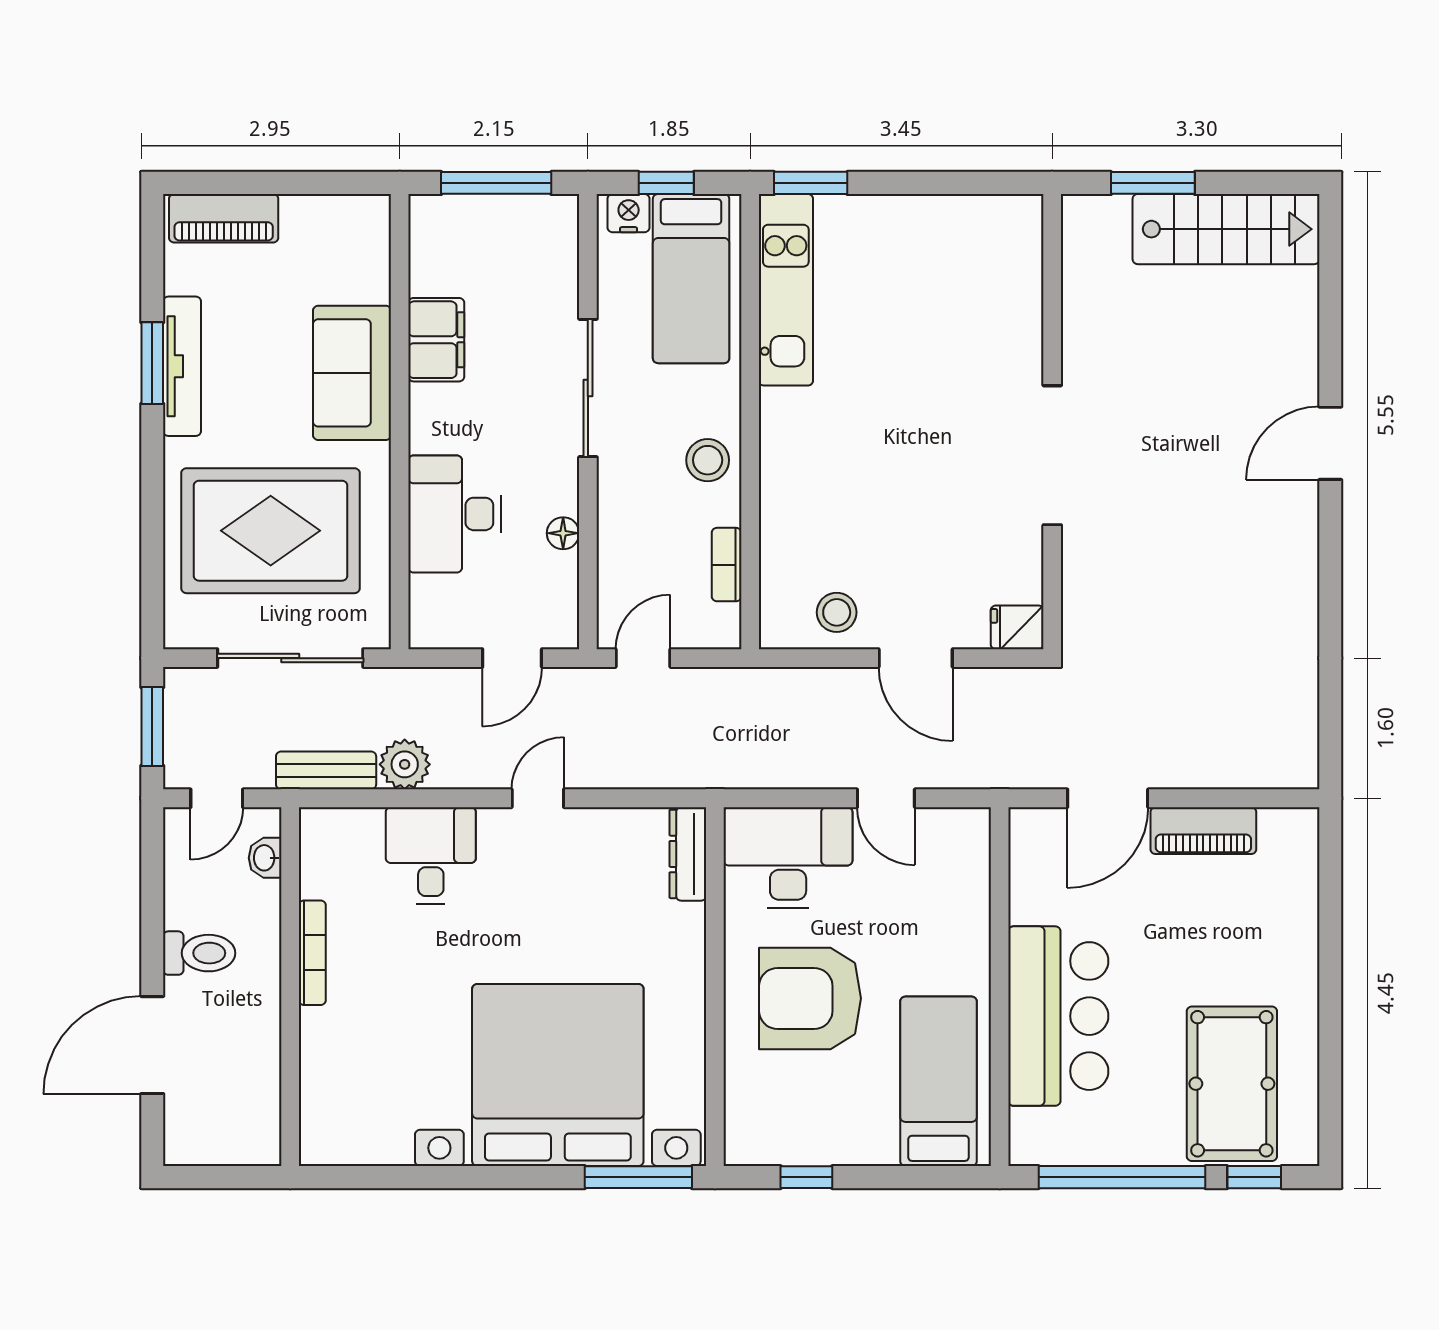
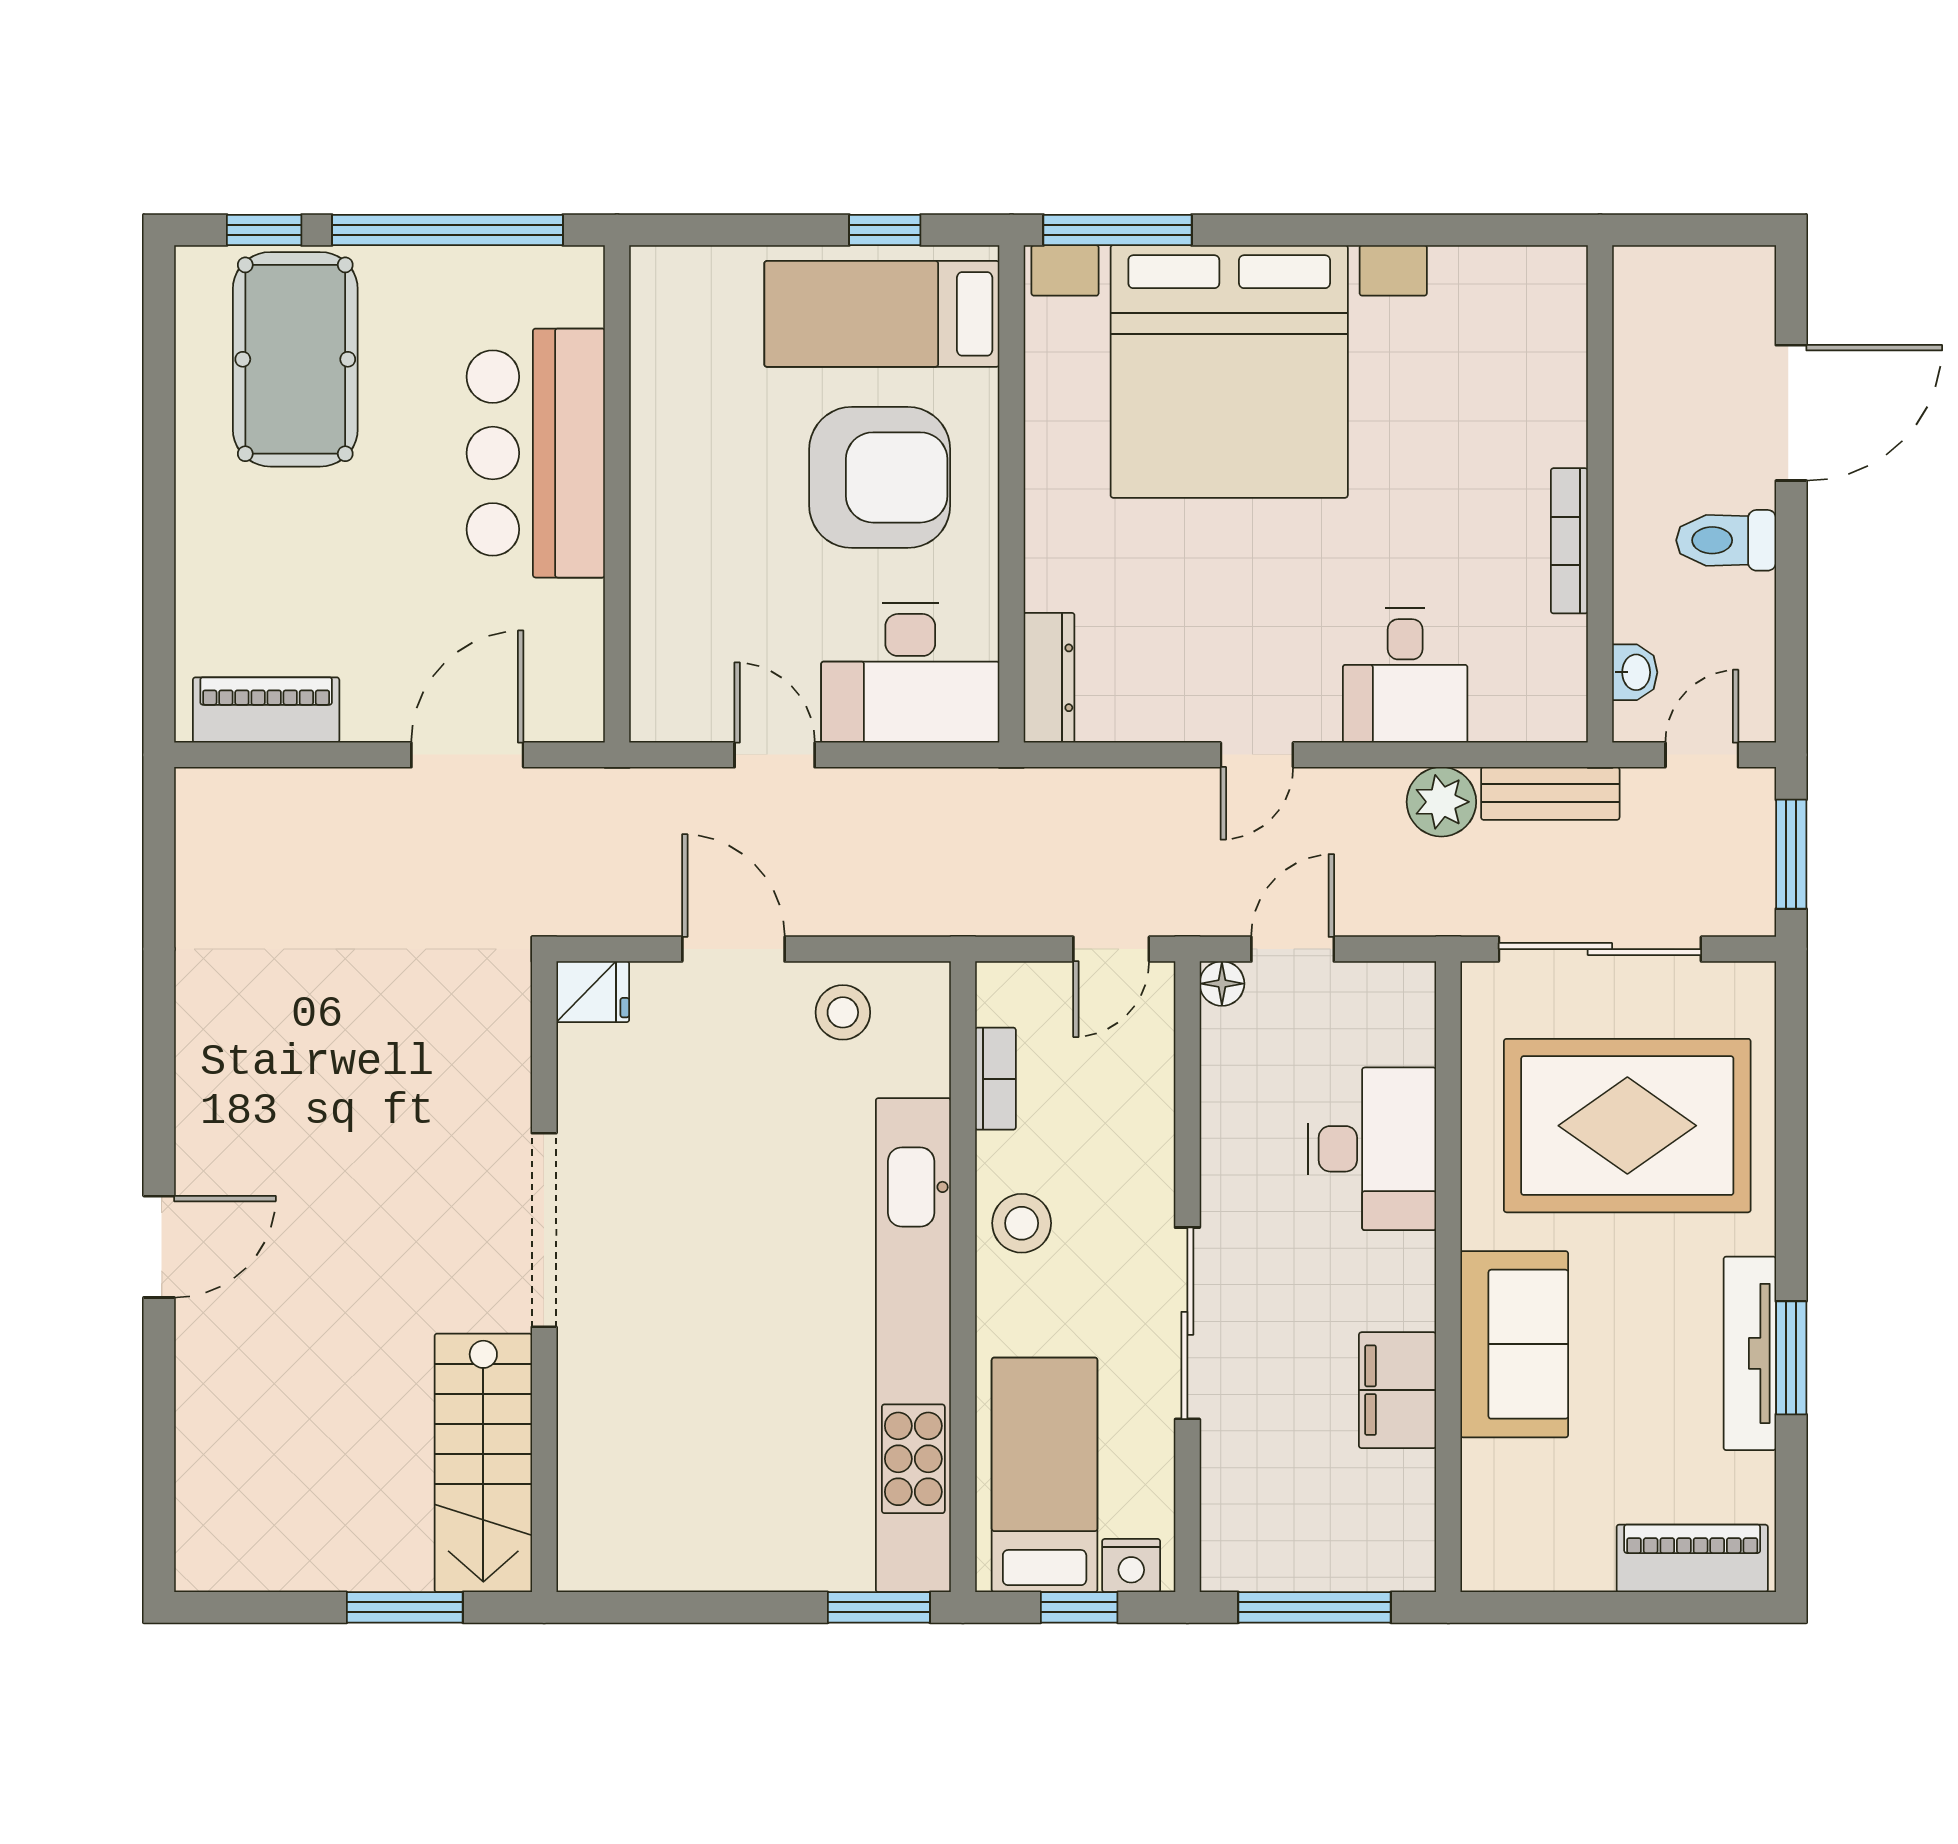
stairs: (1226, 229) -> (483, 1463), moved, turned -90
kitchen unit: (786, 290) -> (913, 1345), width x1.86
floor lamp: (563, 533) -> (1222, 984), moved
piano: (1203, 831) -> (266, 710), moved
bed: (938, 1081) -> (882, 314), moved, turned 90

